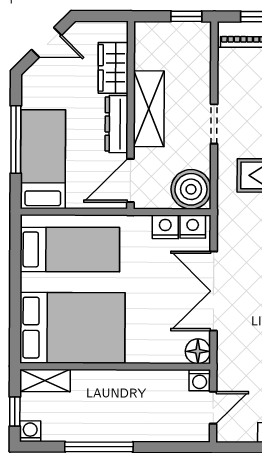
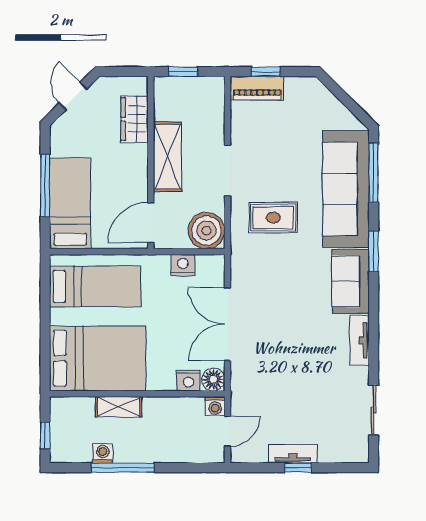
window: (186, 16) -> (183, 72), moved
door: (46, 42) -> (73, 96), swing flipped
dresser: (116, 124) -> (138, 171), removed
doorway: (214, 124) -> (227, 170), width x1.38
nightstand: (193, 227) -> (188, 380), moved, turned 180
shelving: (45, 380) -> (119, 407), moved
washing machine: (30, 431) -> (103, 454), moved

